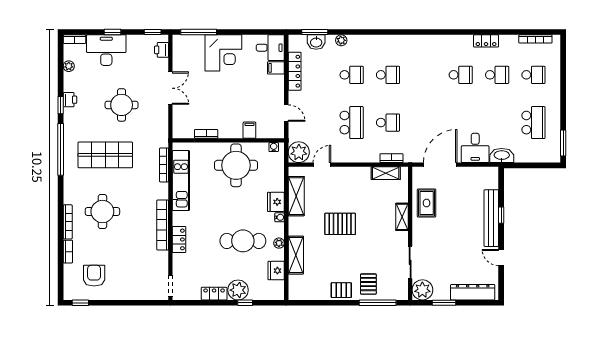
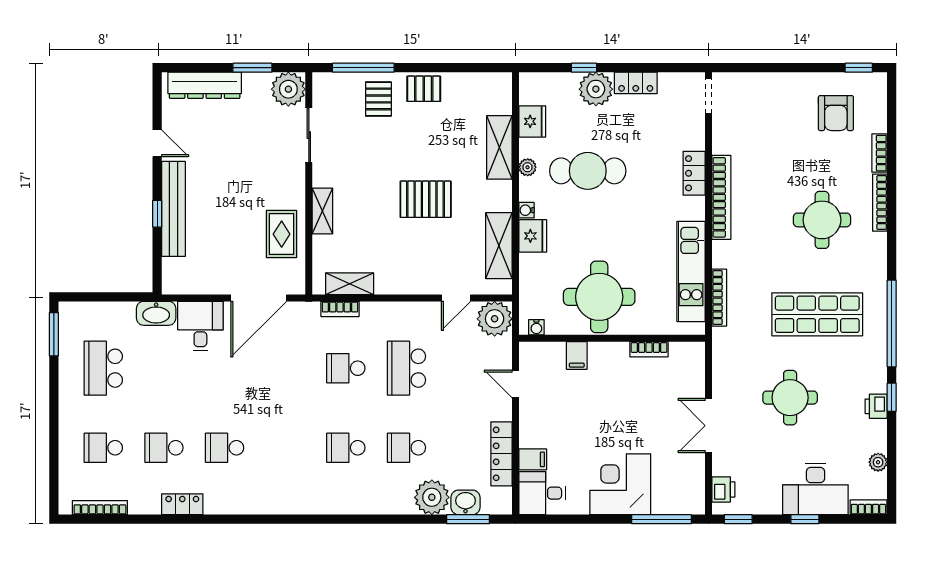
plant: (341, 40) -> (432, 497), width x1.88, depth x1.88

